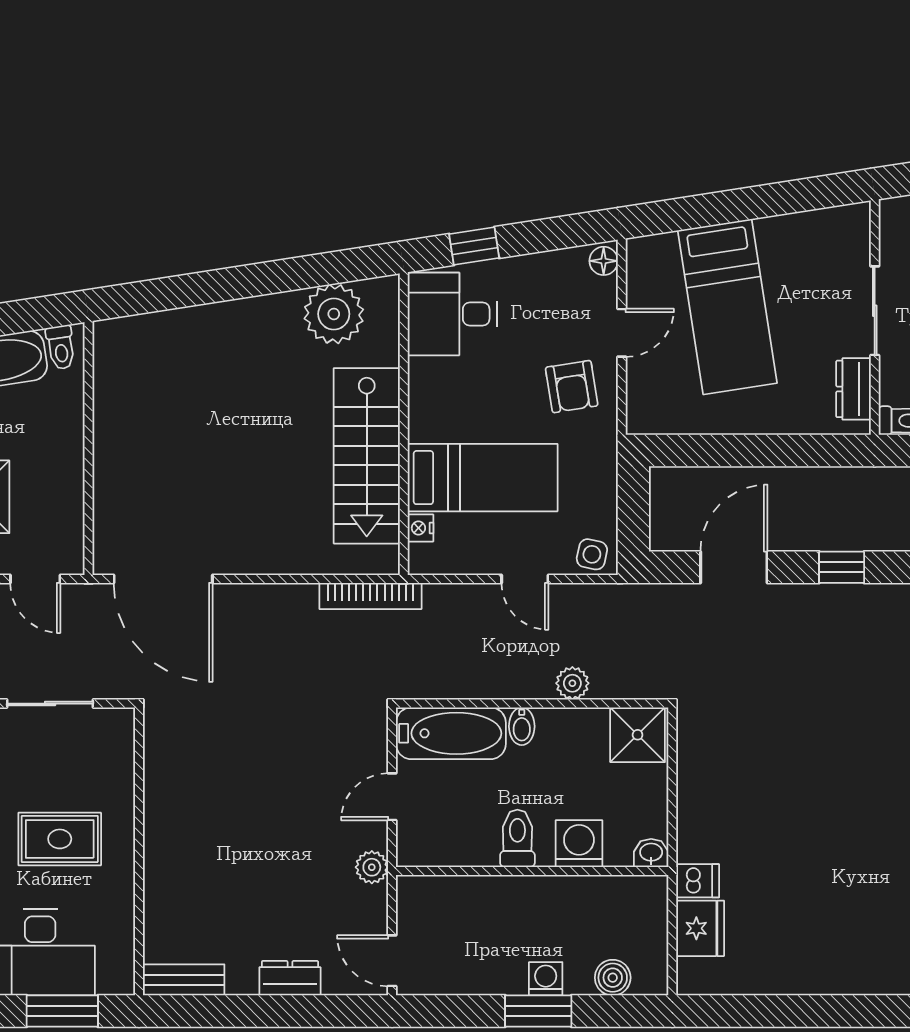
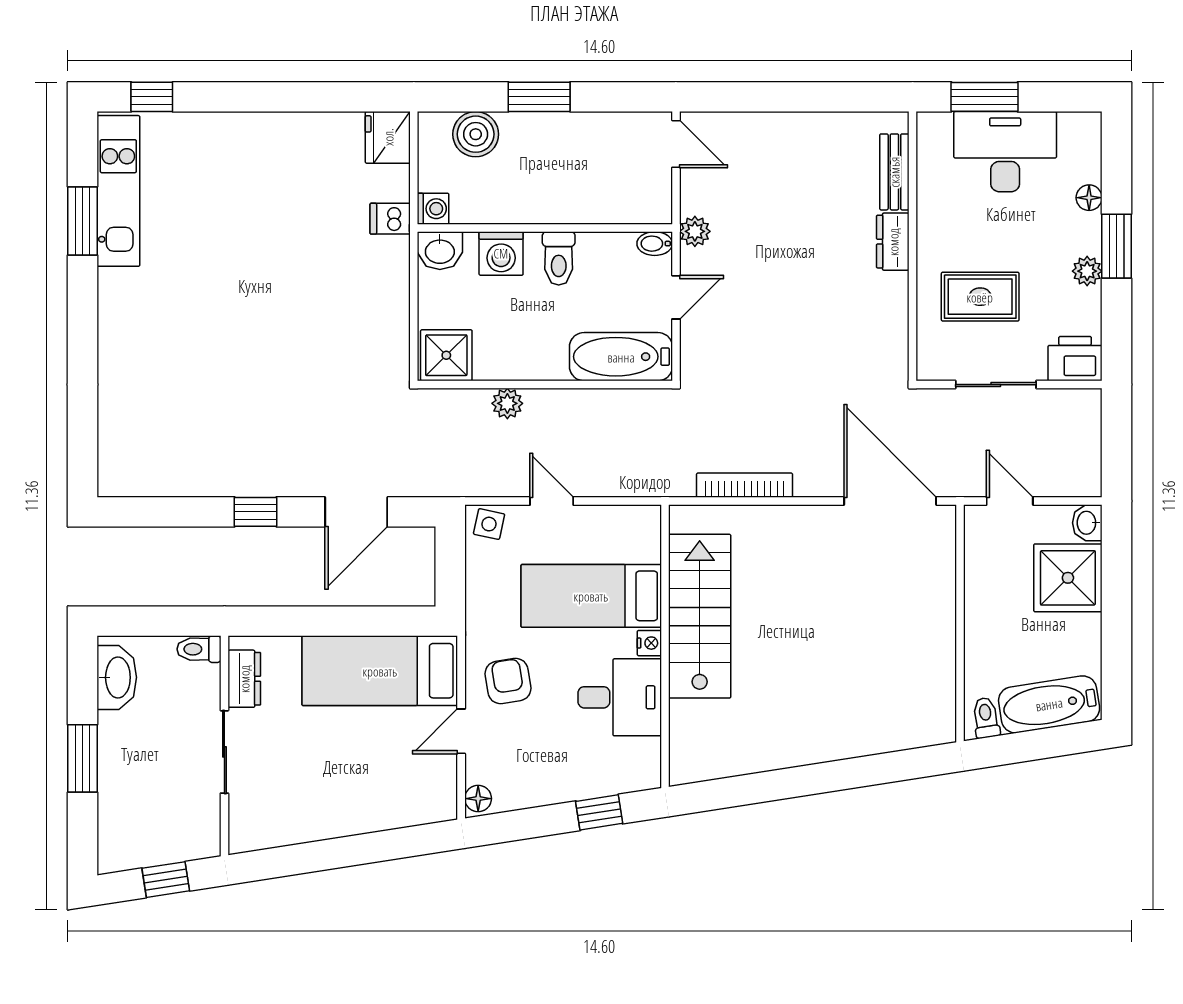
bed: (727, 307) -> (380, 671), moved, turned -81
plant: (334, 314) -> (730, 749), removed
desk: (452, 314) -> (620, 697), moved
nightstand: (420, 528) -> (649, 643), moved
bookcase: (370, 596) -> (745, 485), moved
bidet: (522, 726) -> (655, 244), moved, turned -90
rug: (60, 839) -> (980, 297), moved
washbasin: (651, 853) -> (440, 251), width x1.38, depth x1.45
fridge: (700, 928) -> (388, 137), moved
dresser: (290, 978) -> (893, 242), moved, turned 90
boiler: (613, 978) -> (476, 134), width x1.36, depth x1.36
washing machine: (546, 979) -> (433, 209), moved, turned -90
bench: (184, 980) -> (894, 172), moved, turned 90

